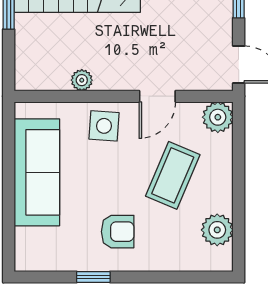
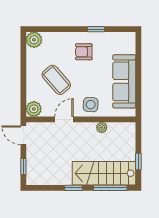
coffee table: (173, 175) -> (56, 80), turned -64
plant: (217, 230) -> (34, 40), moved

